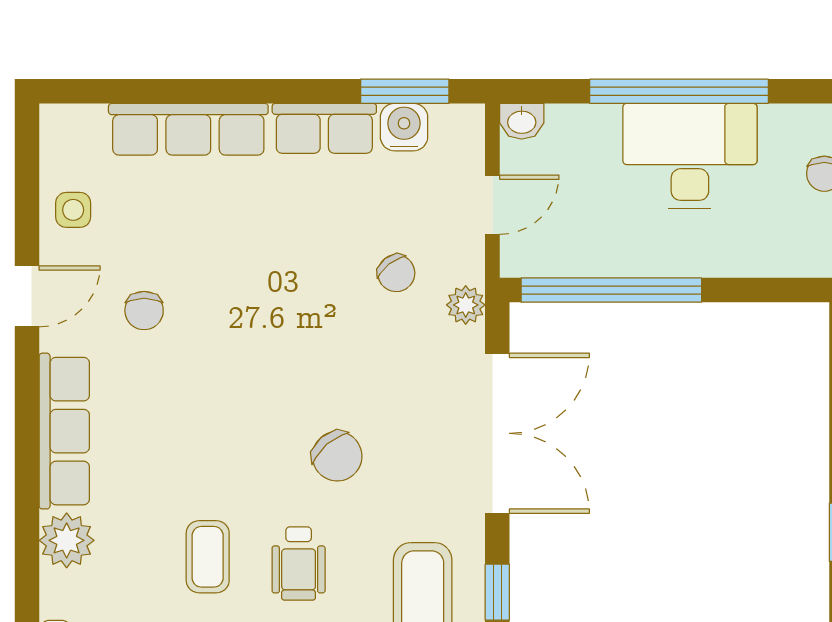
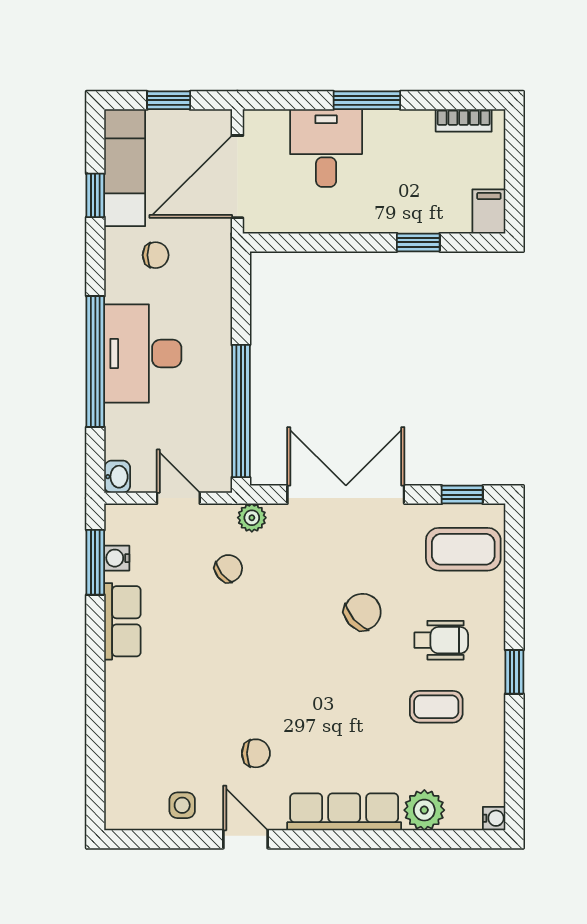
water cooler: (404, 127) -> (117, 558), width x0.72, depth x0.72
row of seats: (188, 129) -> (123, 721), removed

